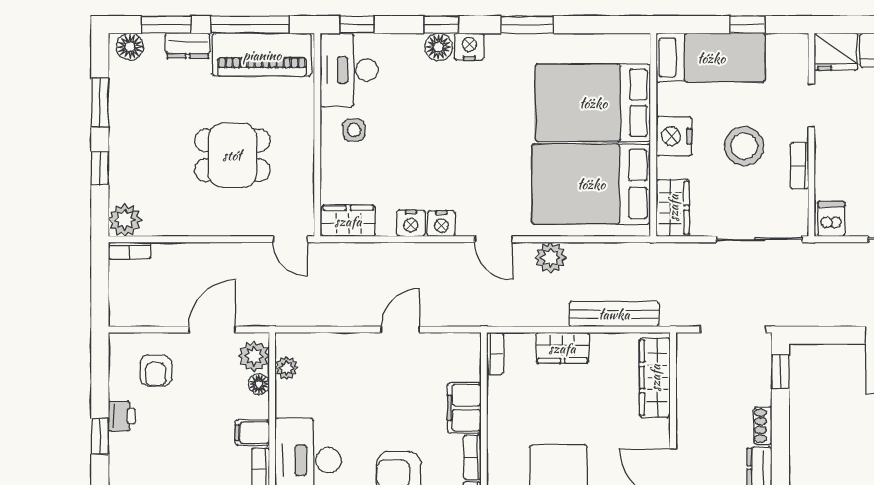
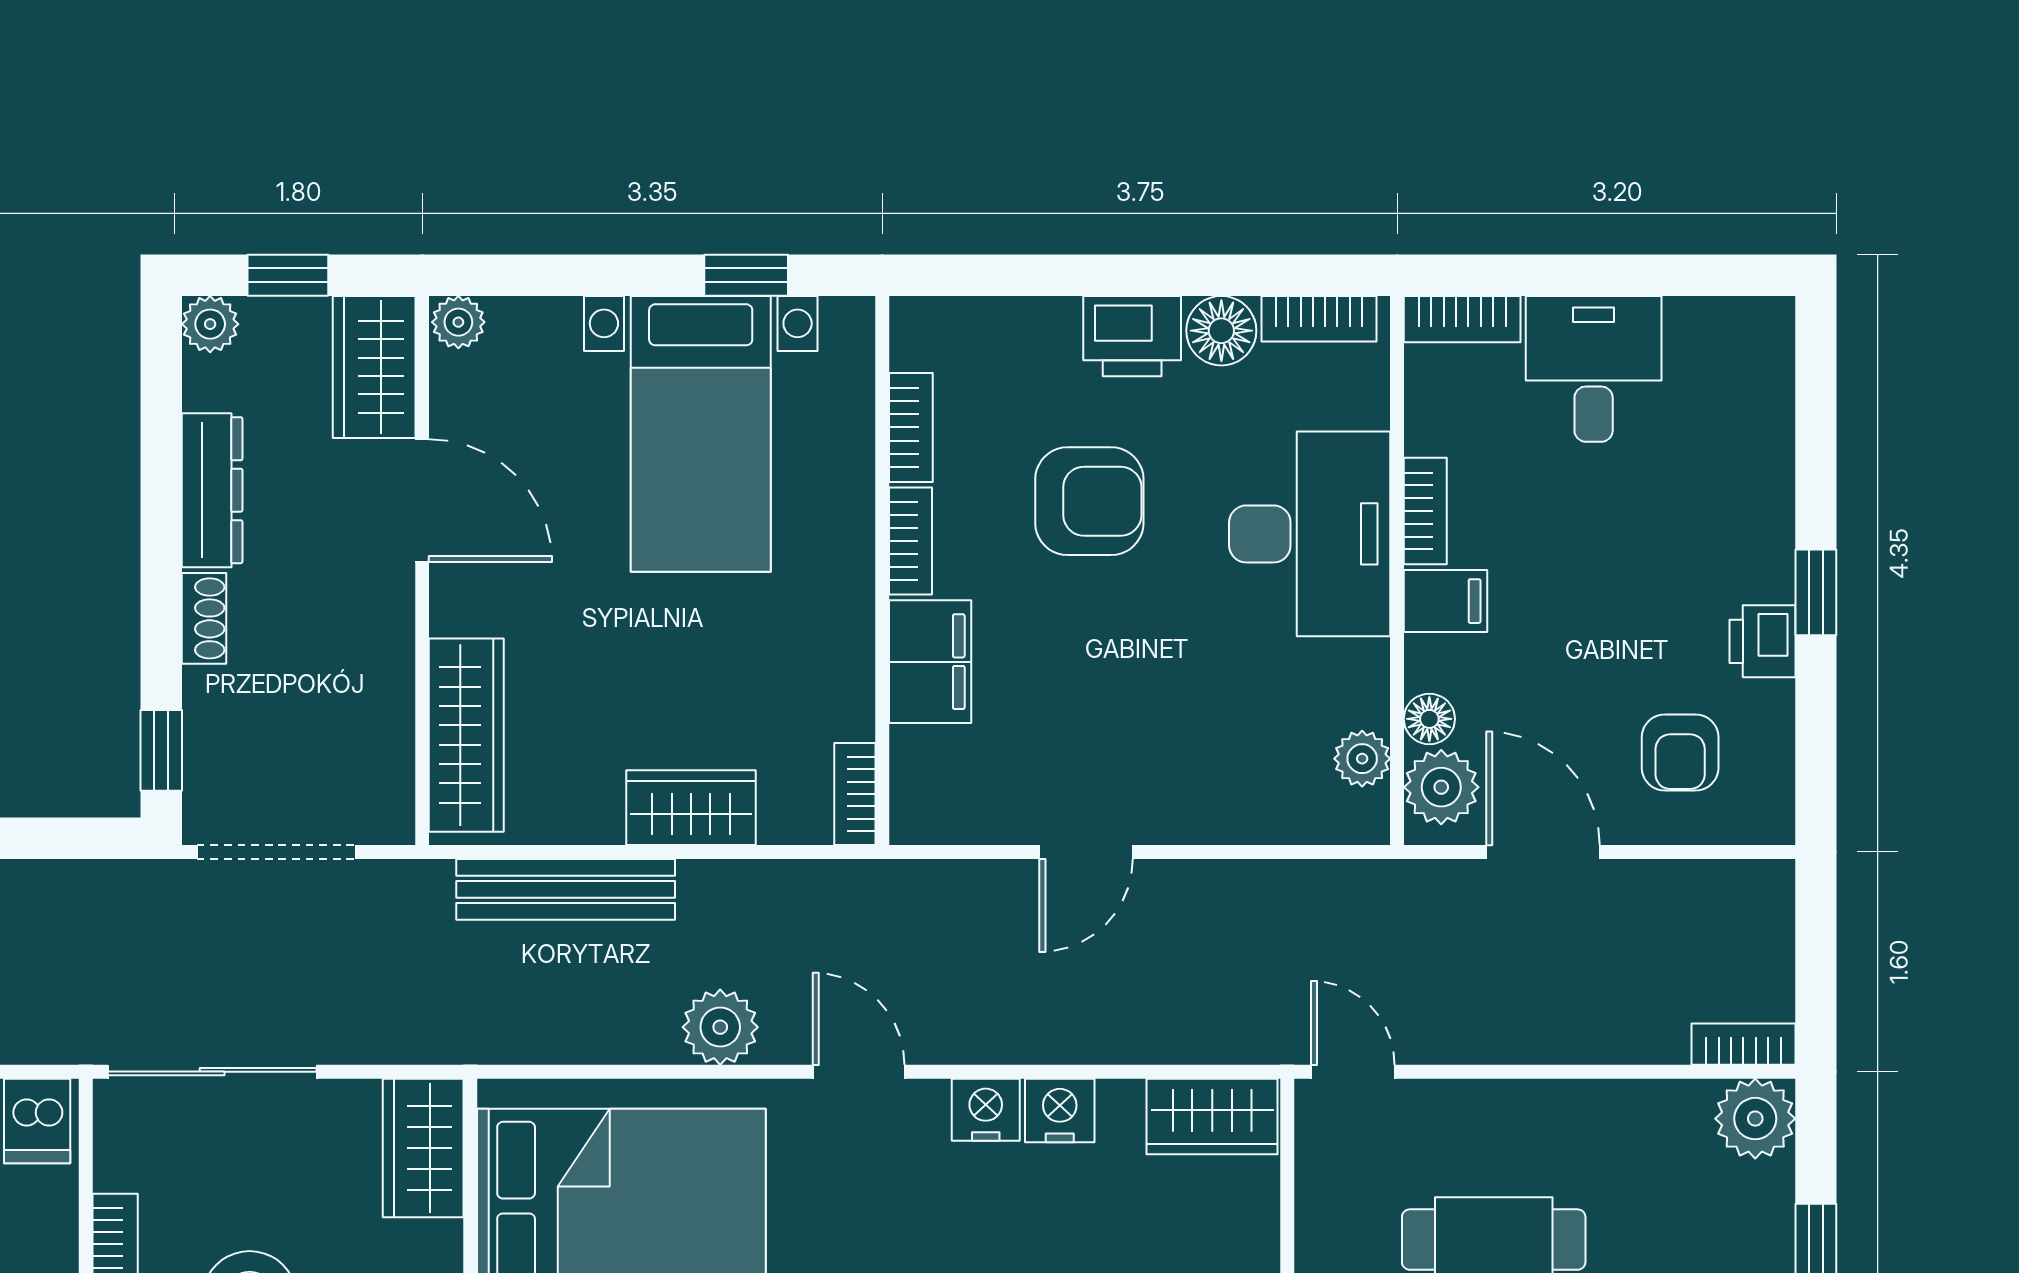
door: (212, 330) -> (1543, 852), swing flipped
armchair: (156, 370) -> (1680, 752), turned 180

